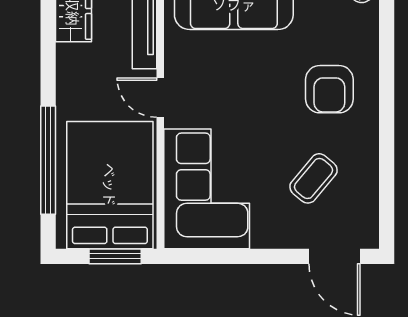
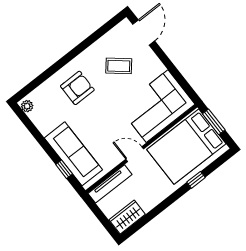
door: (160, 98) -> (135, 154), swing flipped
window: (48, 160) -> (196, 180), width x0.32

